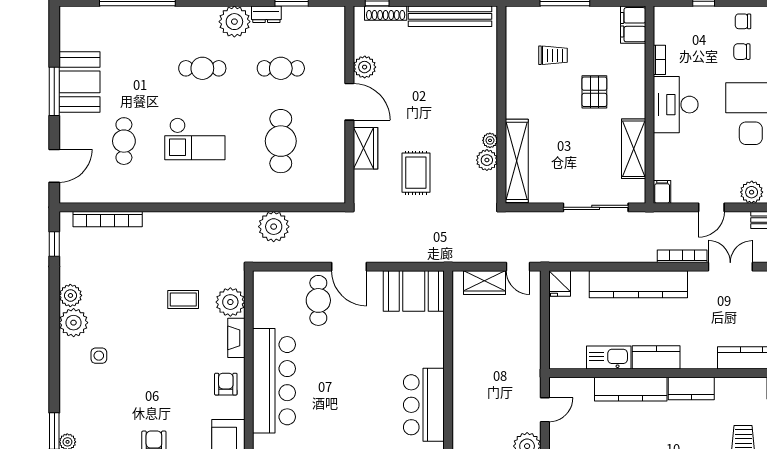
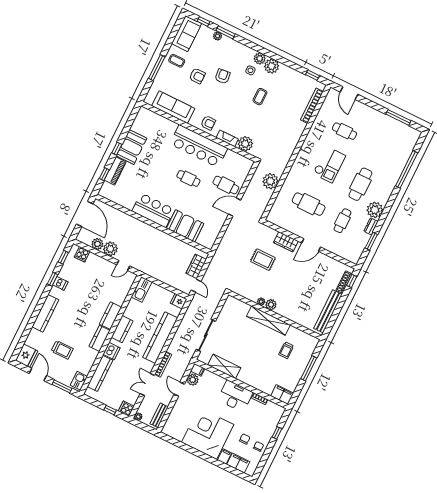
plant: (365, 67) -> (324, 260), removed
cafe table: (202, 68) -> (360, 184), width x1.37, depth x1.35
booth: (80, 82) -> (382, 124), removed
window: (54, 91) -> (398, 117), moved
pallet: (594, 92) -> (260, 361), removed
checkout: (195, 139) -> (329, 165), turned 180
plant: (487, 160) -> (271, 305), moved
shelving: (517, 161) -> (268, 321), moved
plant: (752, 192) -> (193, 380), moved
door: (518, 267) -> (196, 286), swing flipped
double door: (730, 267) -> (147, 384), swing flipped
booth: (414, 291) -> (185, 226), moved, turned 90
plant: (70, 295) -> (260, 58), moved
coffee table: (183, 299) -> (260, 97), moved
dishwasher: (703, 357) -> (112, 351), added
kitchen sink: (609, 358) -> (141, 289), moved
cafe table: (339, 371) -> (188, 178), added
kitchen counter: (631, 389) -> (110, 316), width x0.67
armchair: (133, 399) -> (223, 76), added
door: (545, 410) -> (123, 265), hinge flipped

